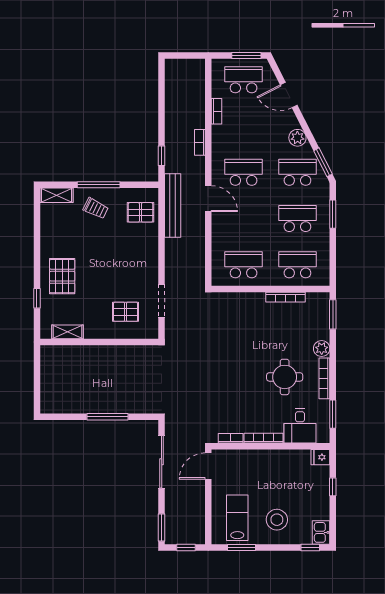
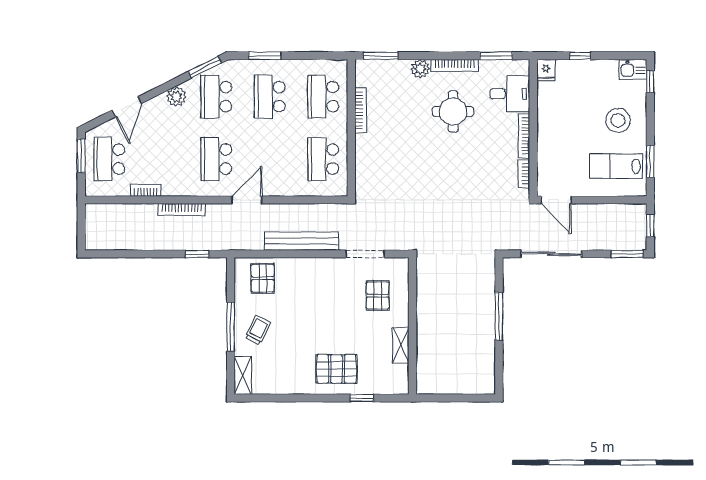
bookcase: (200, 142) -> (182, 210), width x1.56
bench: (173, 205) -> (301, 241), moved
shelving: (67, 332) -> (401, 345), moved

